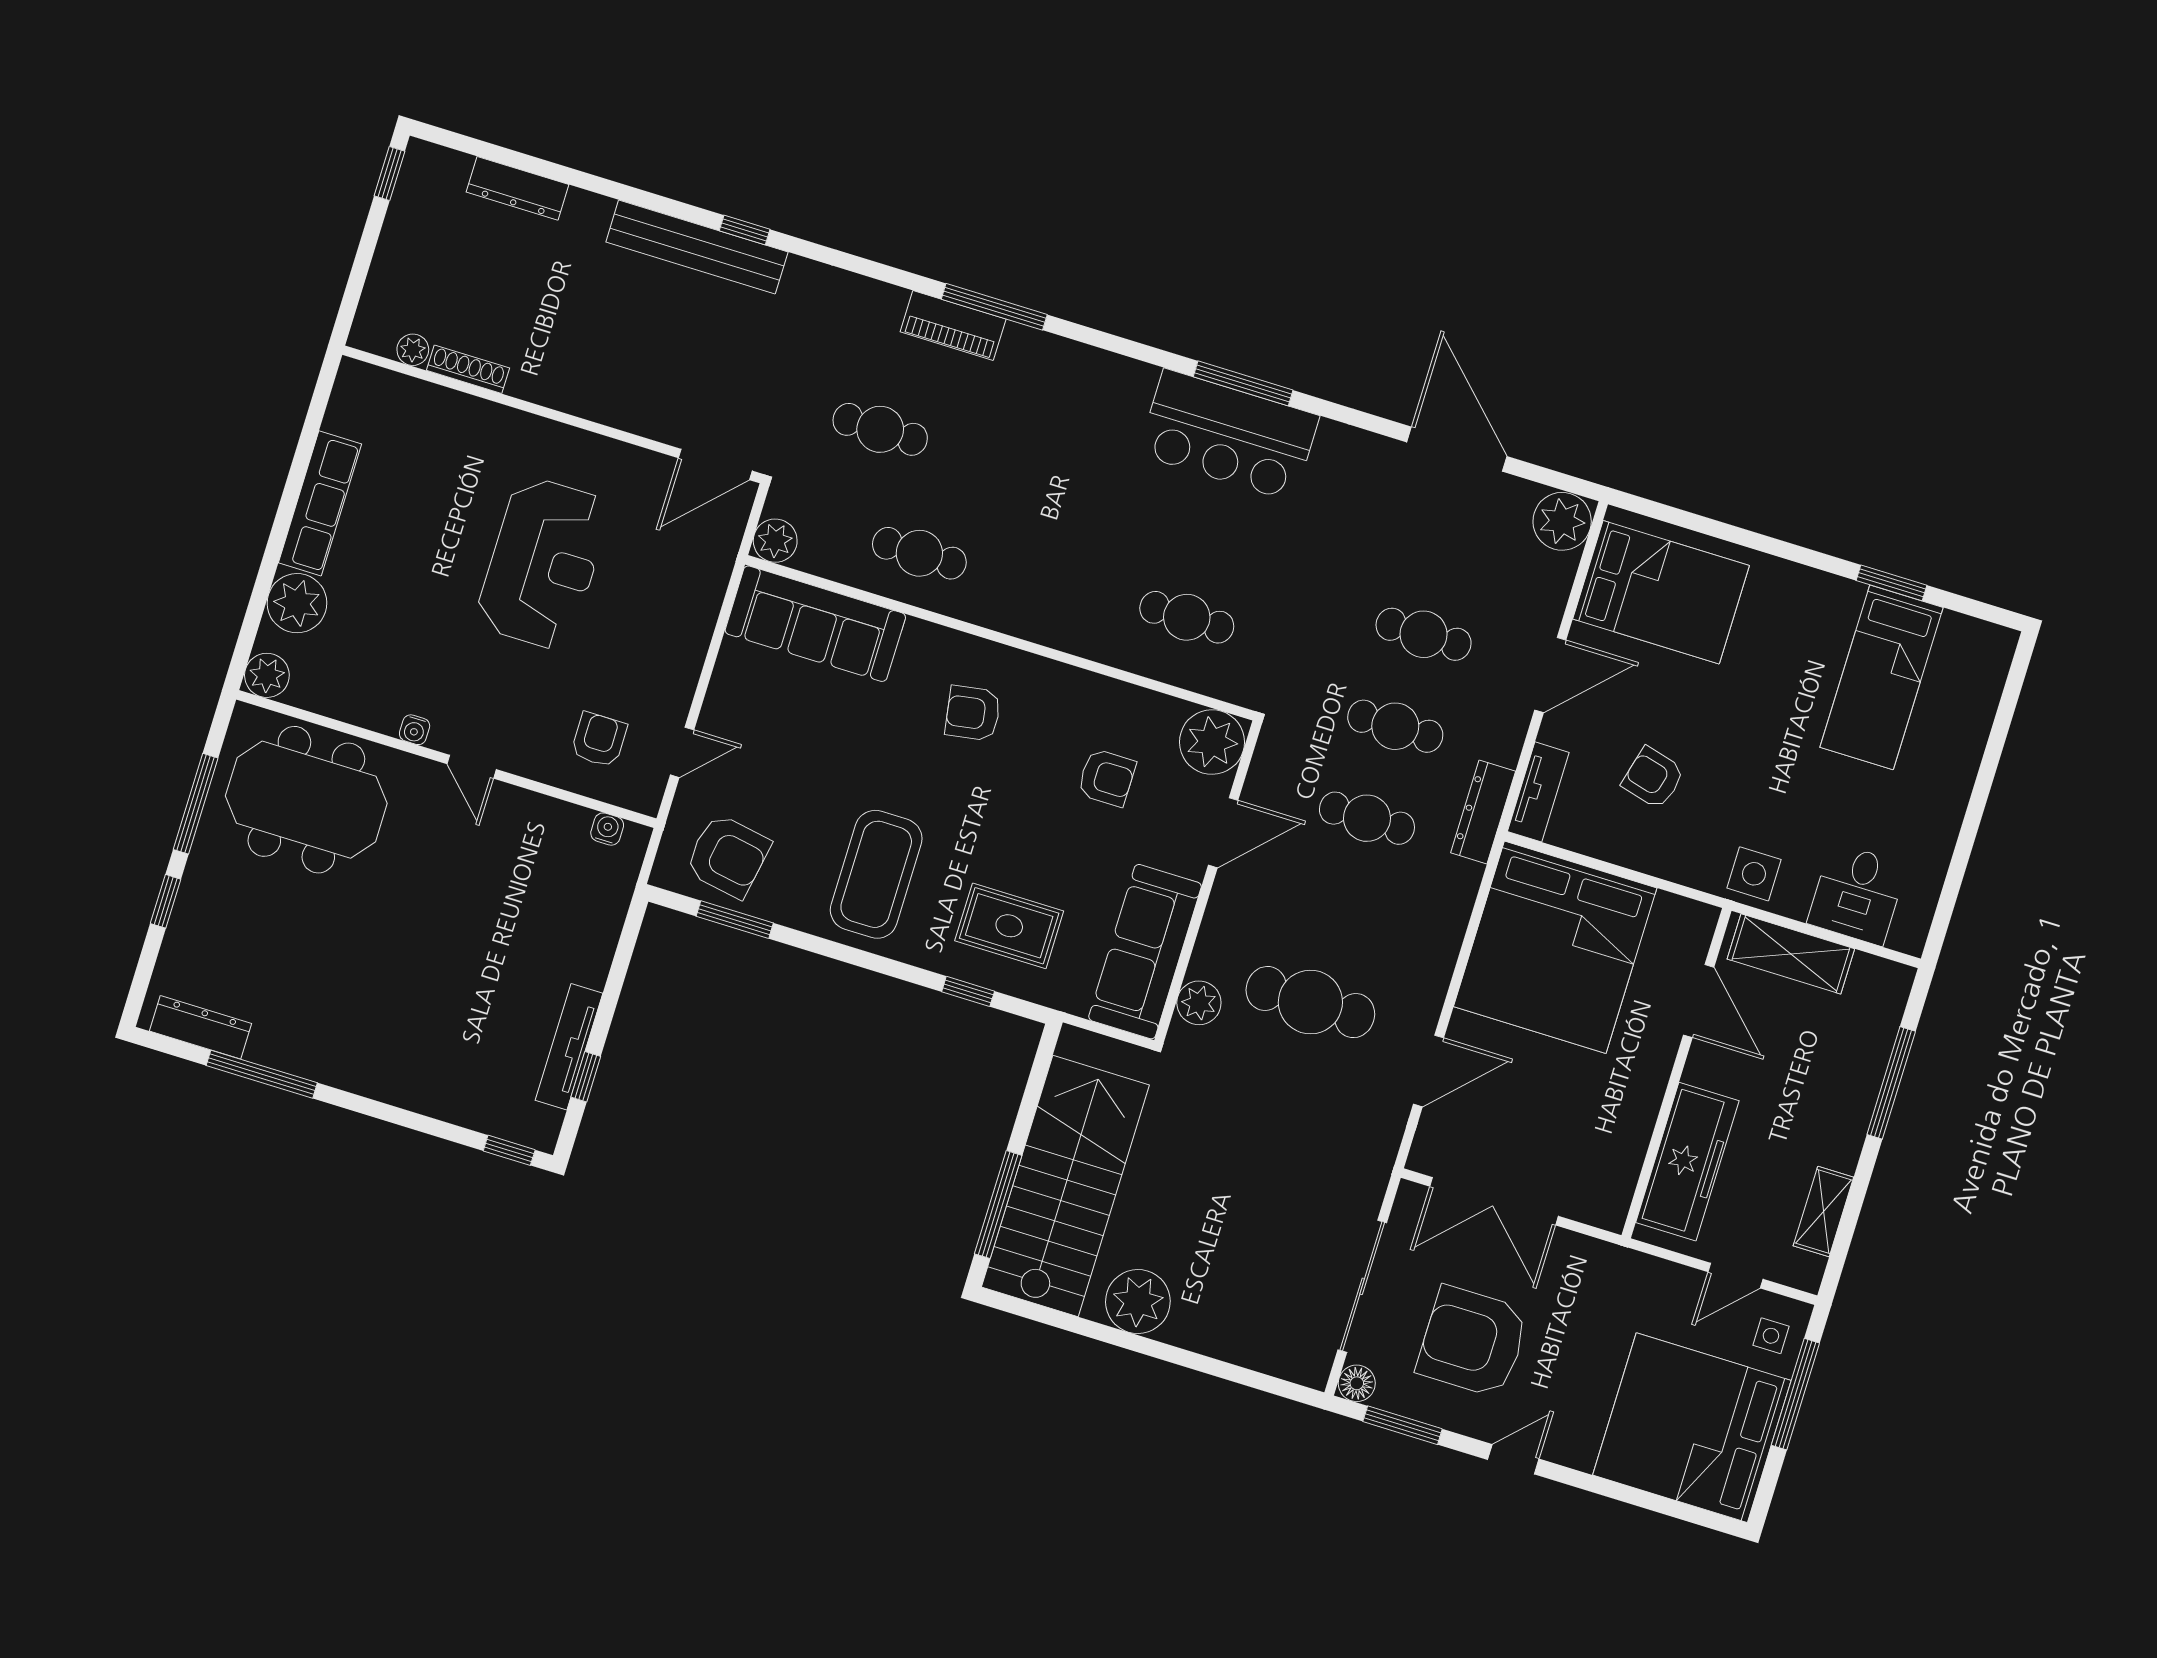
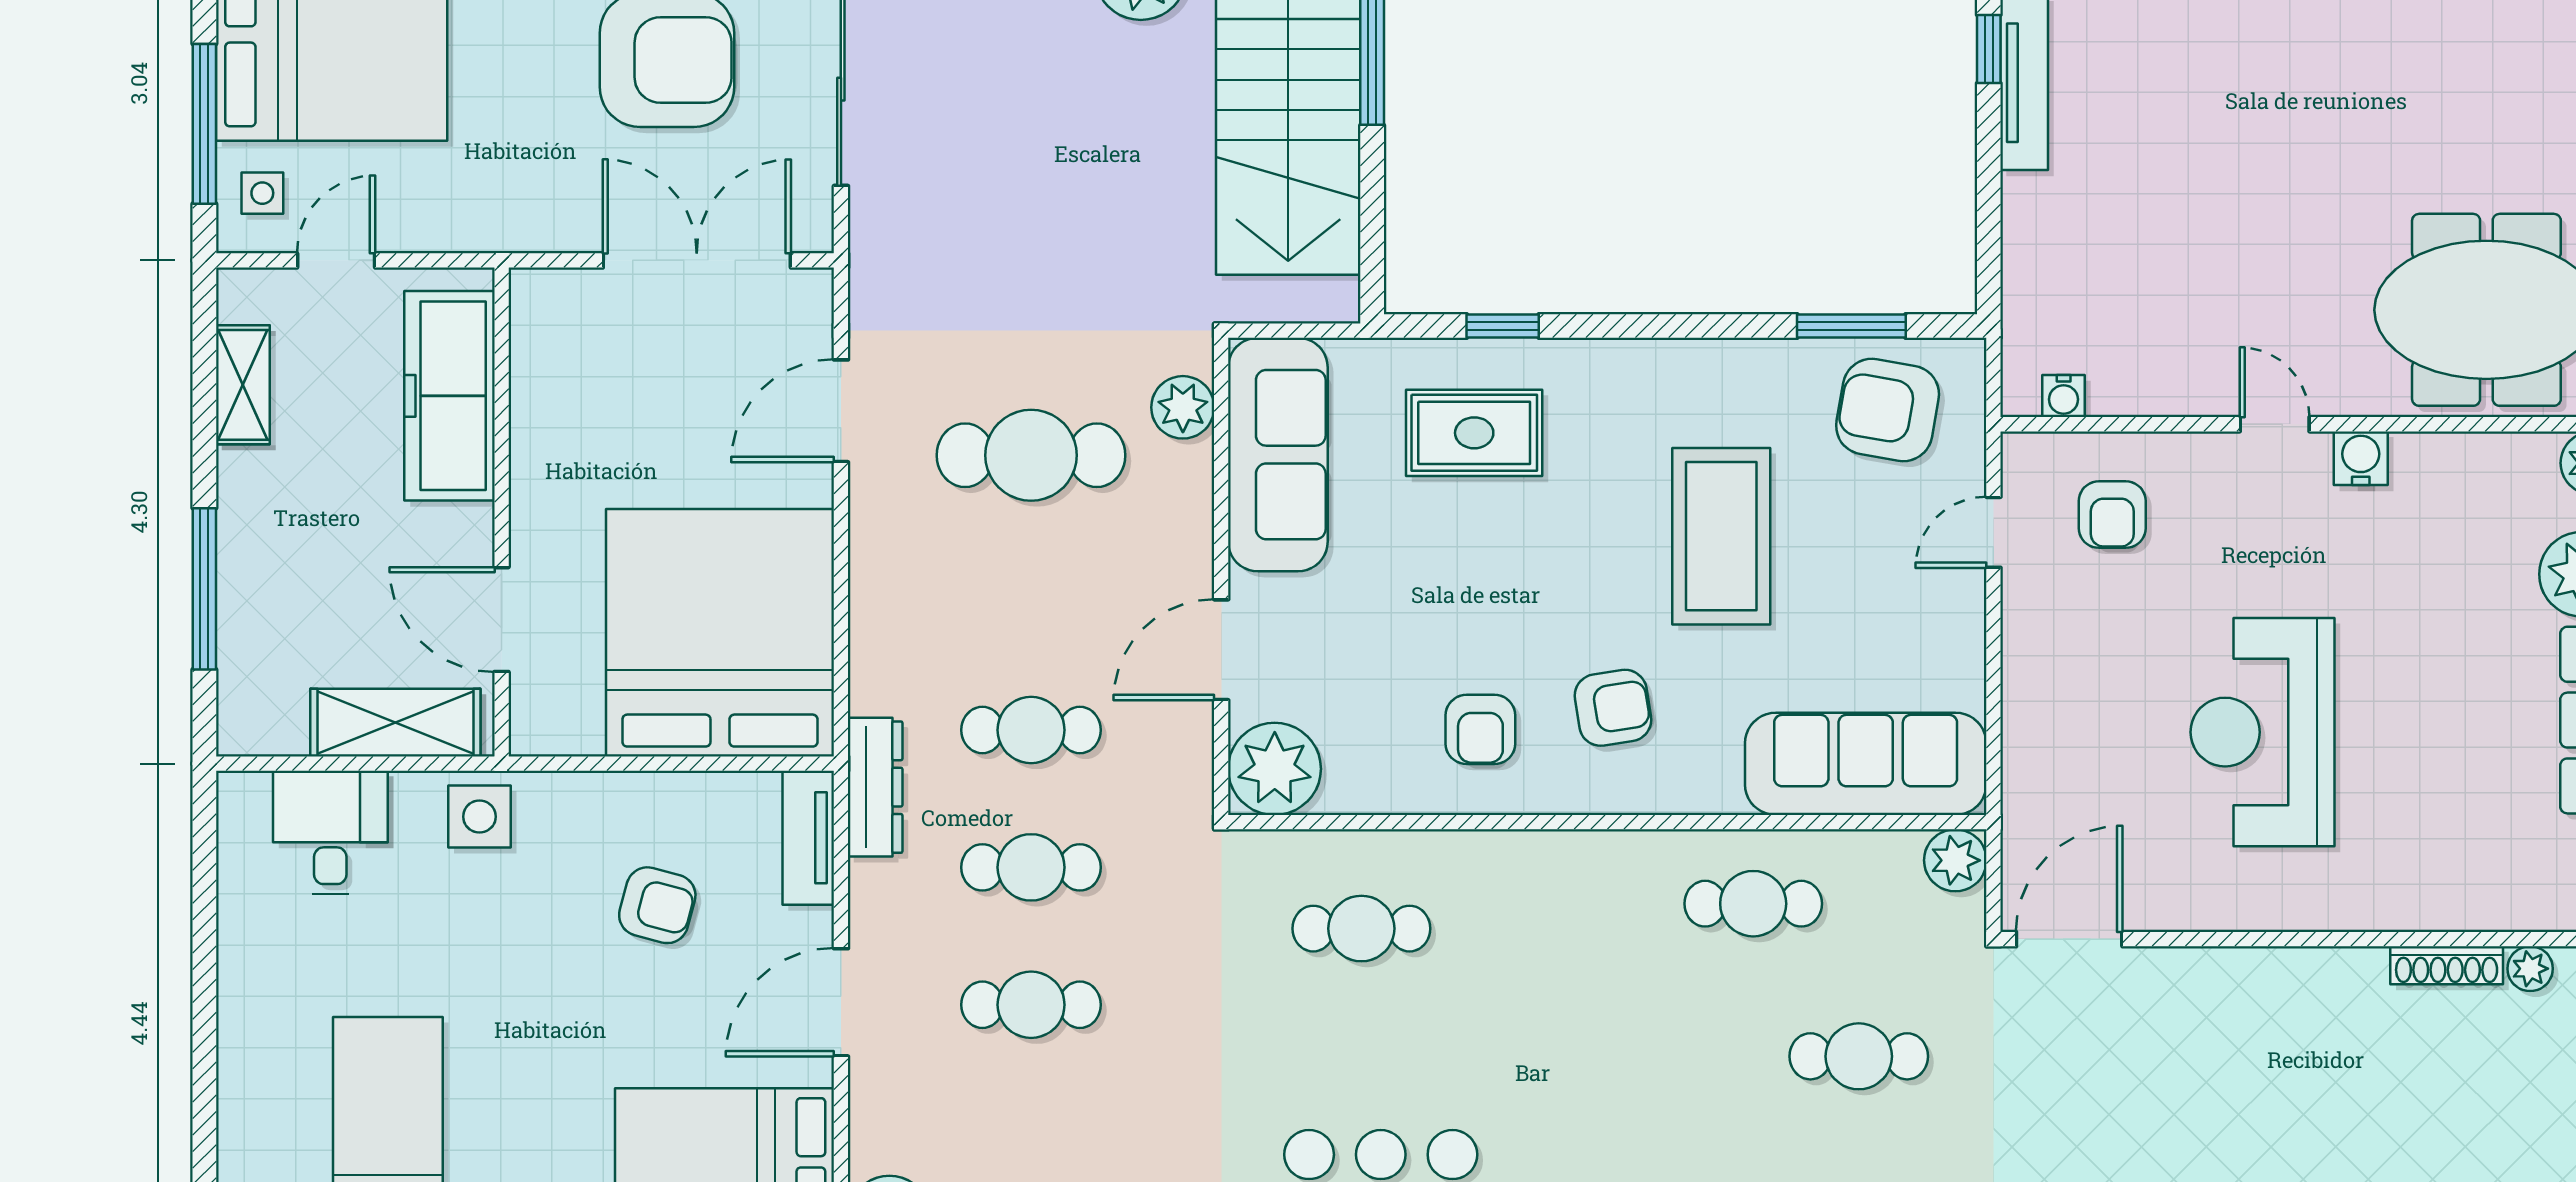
water cooler: (415, 730) -> (2361, 458), width x1.38, depth x1.38
armchair: (1107, 778) -> (1480, 729), moved, turned -90
coffee table: (876, 874) -> (1721, 536), moved

